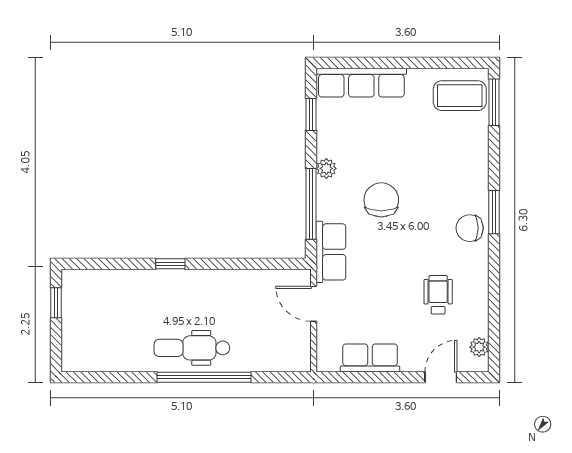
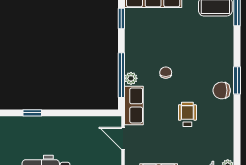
plant: (326, 168) -> (131, 78), moved
chair: (381, 200) -> (166, 73), width x0.54, depth x0.54
wheelchair: (438, 295) -> (187, 114), moved

